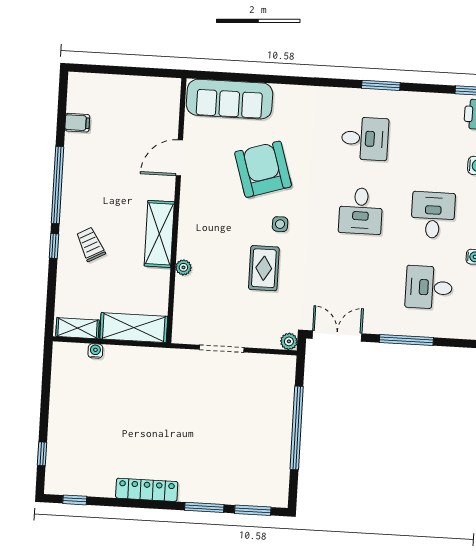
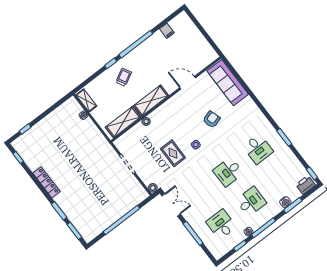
armchair: (263, 169) -> (211, 119), width x0.53, depth x0.53
rug: (264, 268) -> (173, 153), turned 90
shelving: (134, 328) -> (123, 122), moved, turned 90

